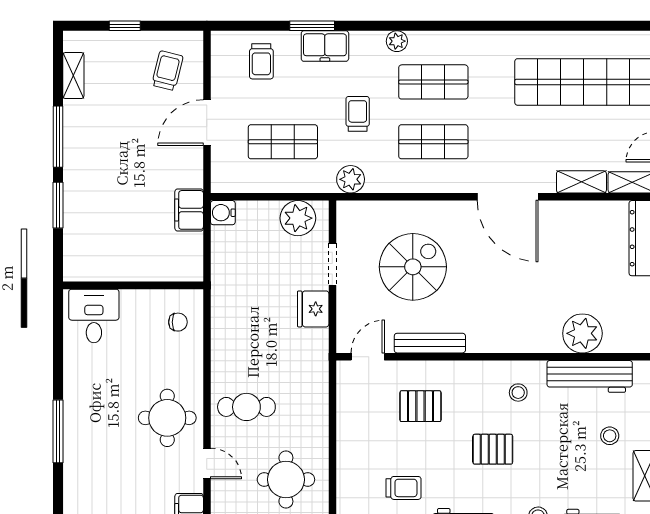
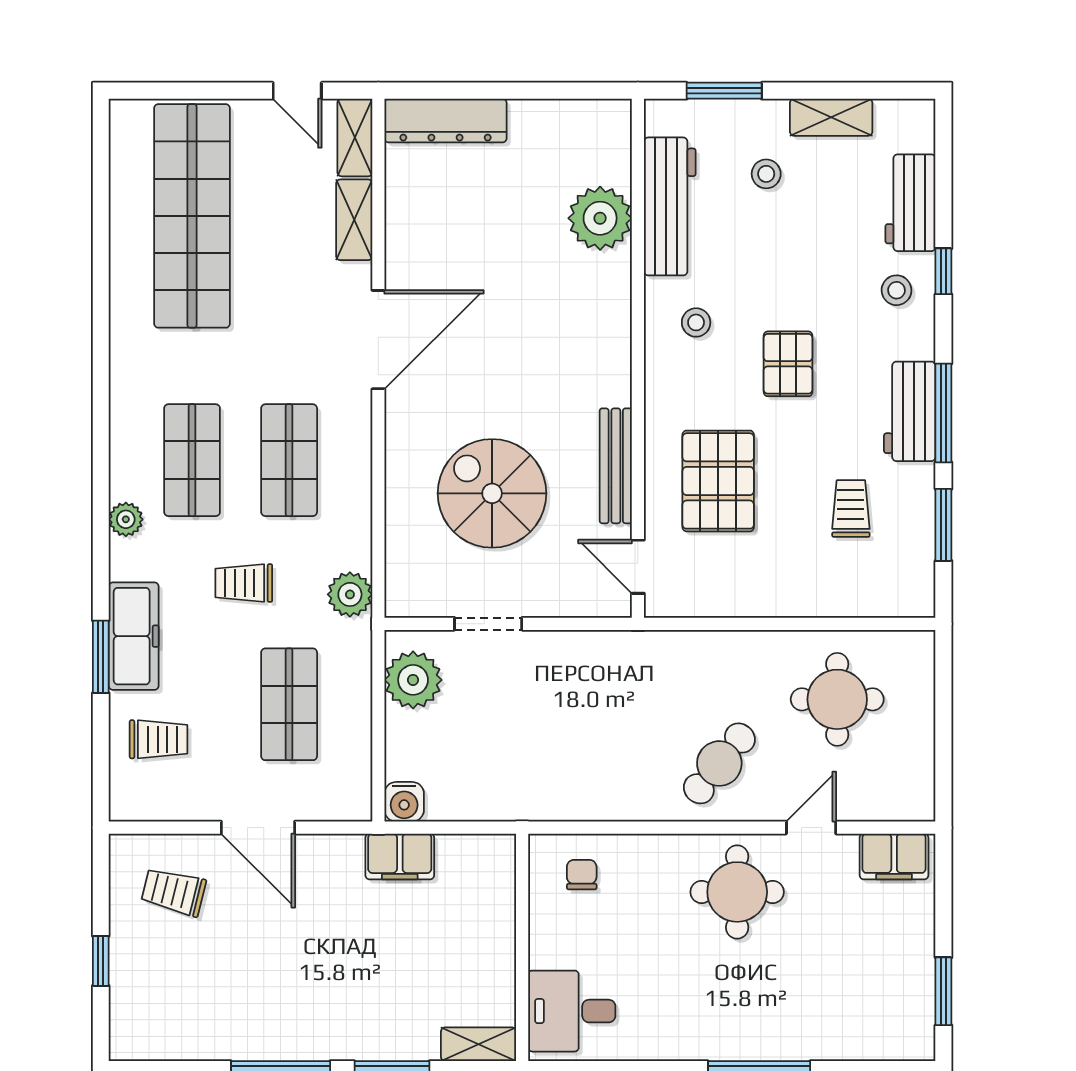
freezer: (325, 46) -> (134, 636), width x1.40
shelving: (73, 76) -> (479, 1044), moved
fridge: (313, 309) -> (560, 655), removed
pallet: (420, 406) -> (718, 481), width x1.50, depth x1.42
cafe table: (246, 407) -> (719, 763), turned 39

